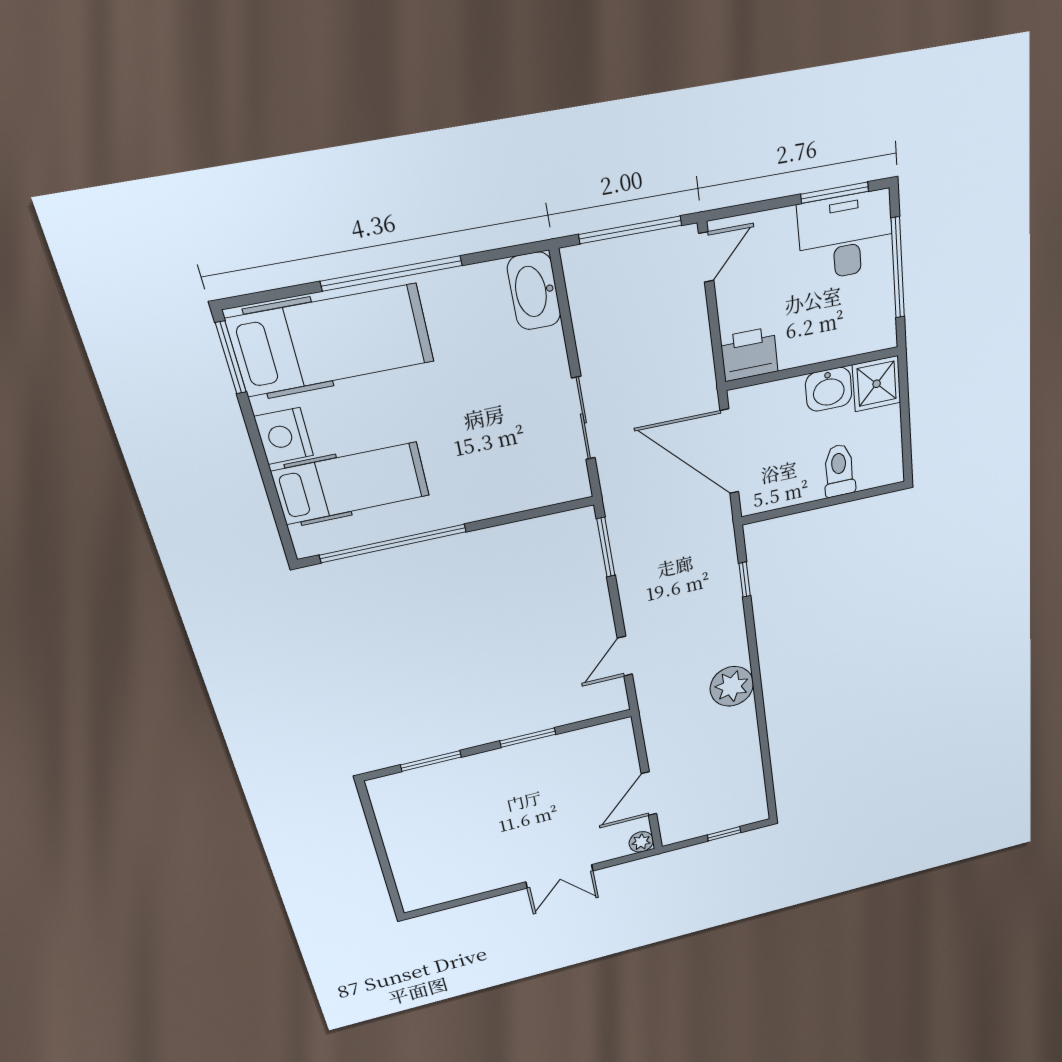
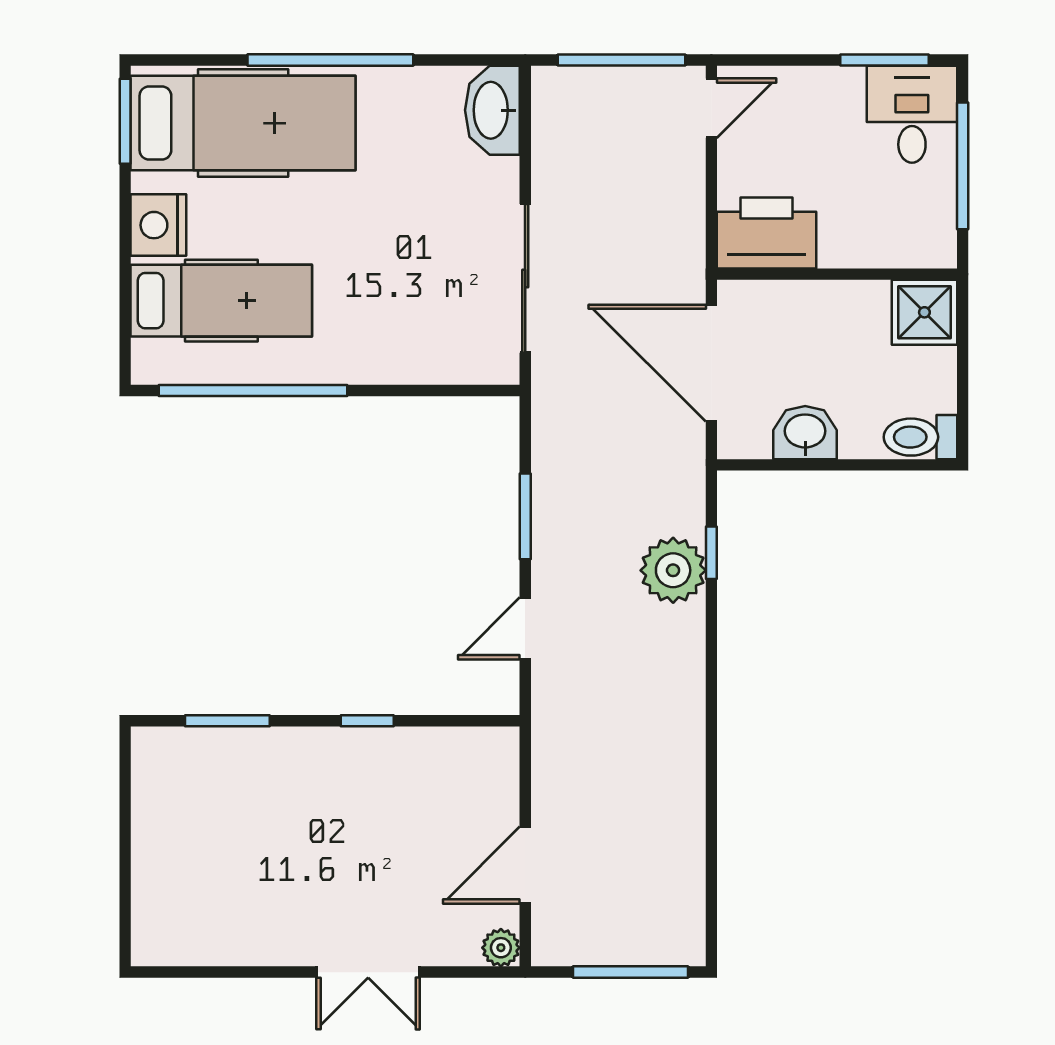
desk: (846, 236) -> (912, 114), width x0.73
printer: (749, 354) -> (767, 233), width x1.37, depth x1.19
washbasin: (829, 389) -> (805, 433), moved, turned 180
sliding door: (583, 418) -> (525, 278), width x1.37
toilet: (839, 471) -> (920, 437), moved, turned -90
window: (606, 547) -> (525, 516), moved
plant: (732, 686) -> (673, 570), moved
window: (528, 738) -> (367, 721), width x0.67
window: (724, 834) -> (631, 972), width x2.17

